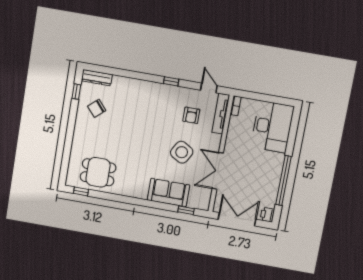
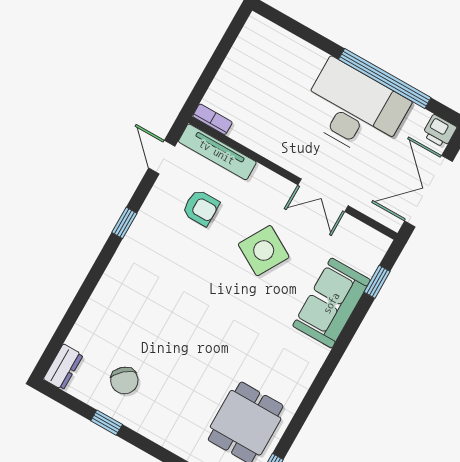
dresser: (97, 78) -> (63, 367), width x0.70
door: (209, 88) -> (162, 157), hinge flipped
window: (76, 92) -> (107, 423), moved
desk: (272, 127) -> (354, 109), moved
double door: (218, 171) -> (323, 195), width x0.73

